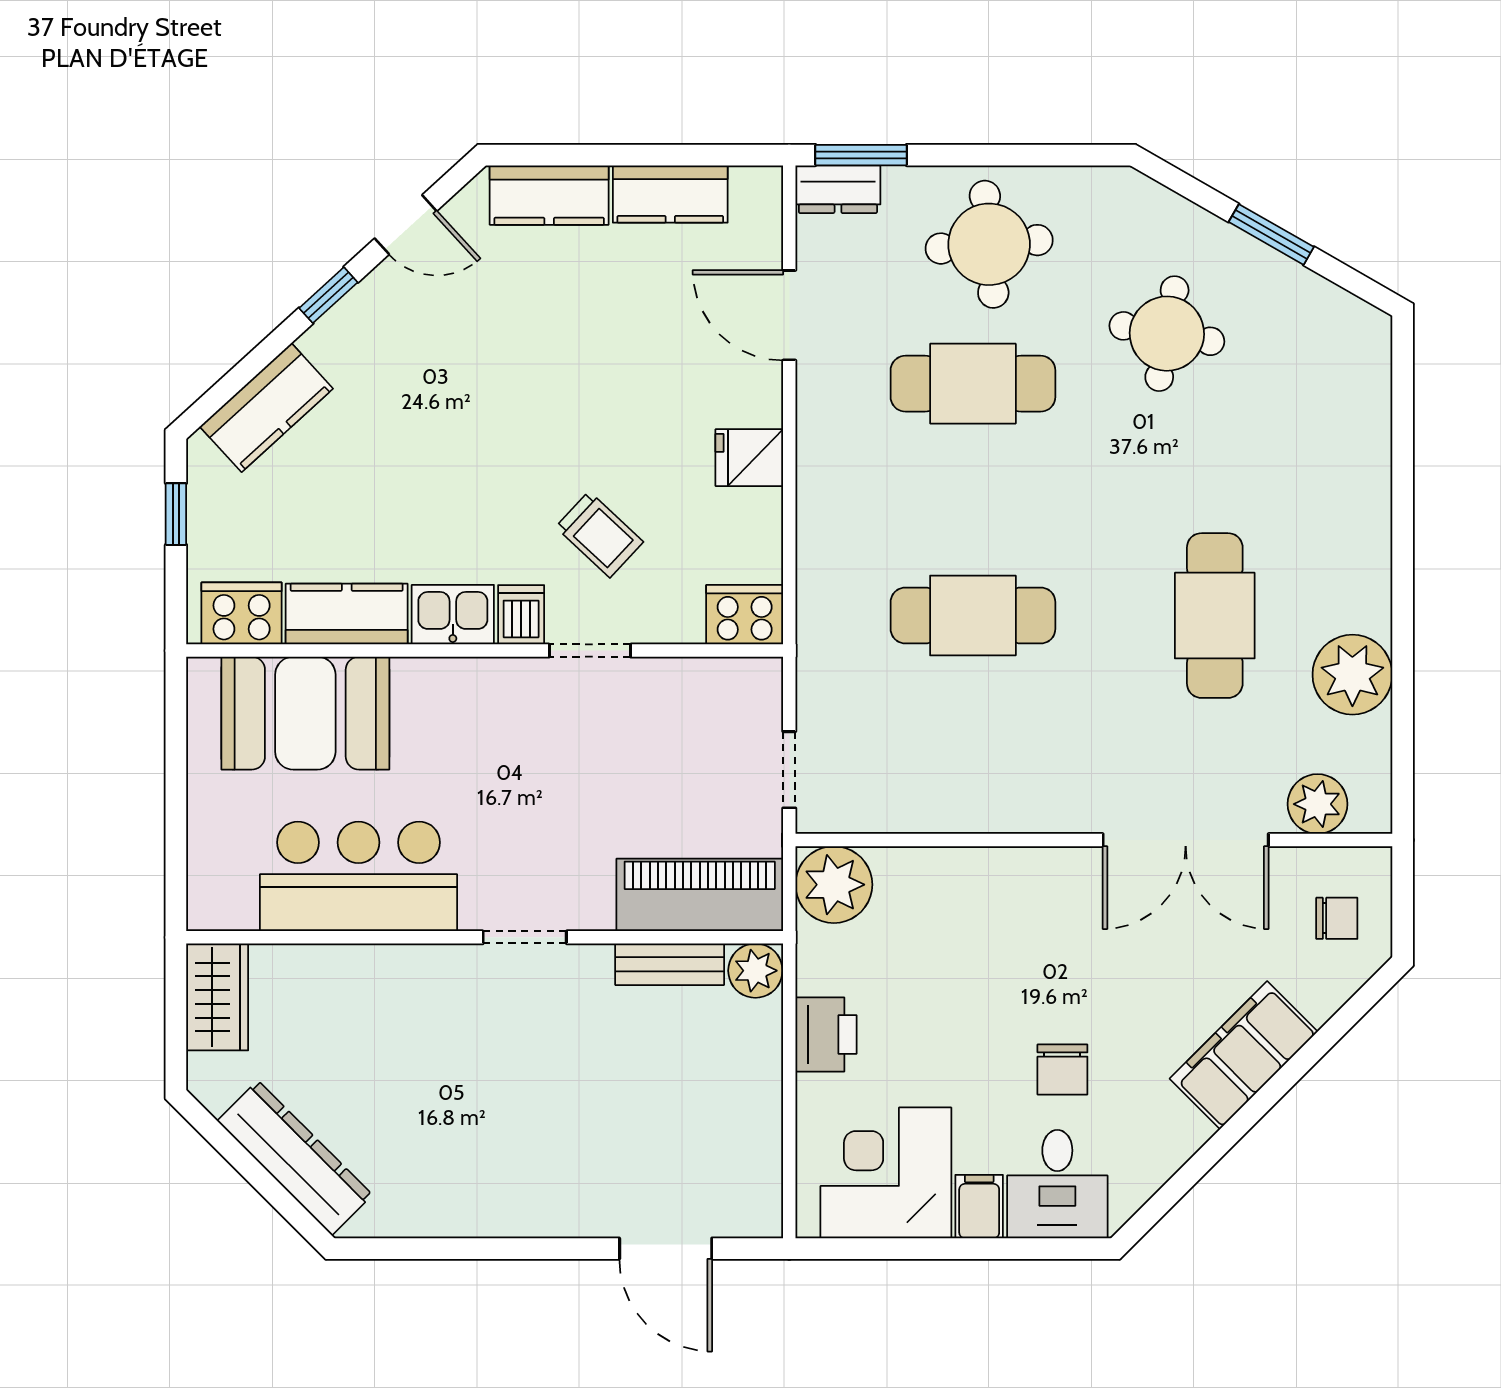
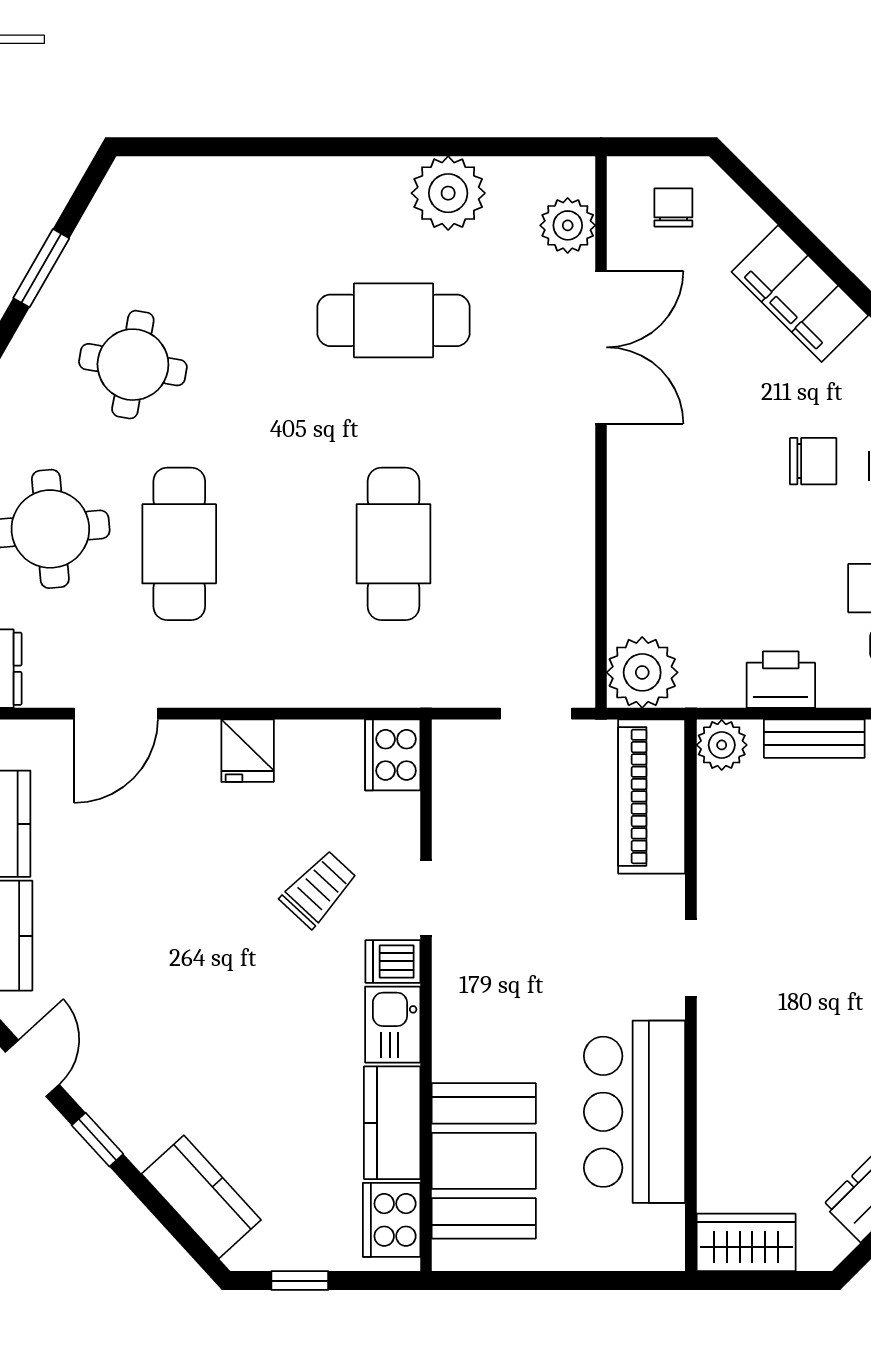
bench: (670, 964) -> (814, 739), moved, turned 90

